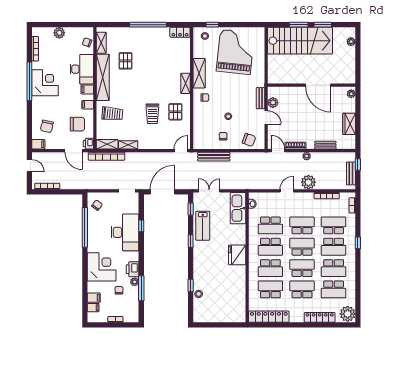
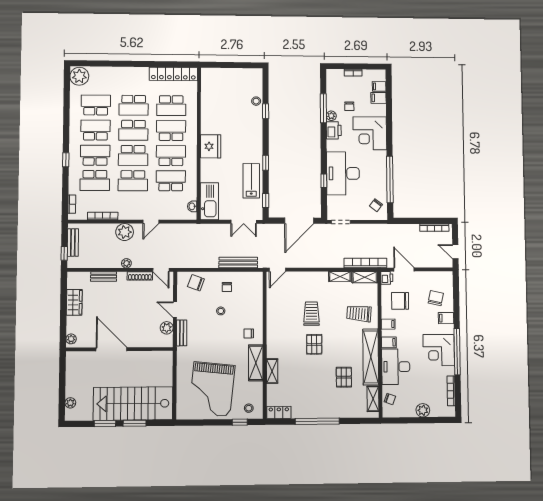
shelving: (186, 83) -> (272, 371), moved
pallet: (175, 112) -> (314, 344), moved
filing cabinet: (38, 144) -> (446, 318), moved
locker: (320, 317) -> (113, 72), removed

